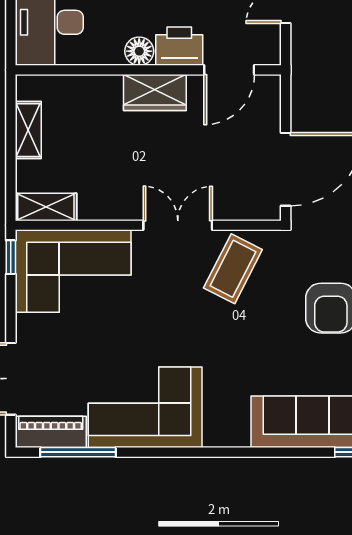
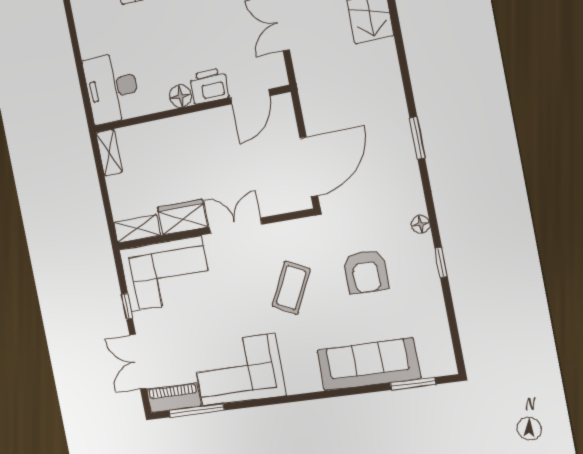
wardrobe: (155, 93) -> (182, 217), moved, turned 180
shelving: (28, 130) -> (109, 153), moved
window: (11, 257) -> (127, 306), moved
coffee table: (233, 269) -> (291, 288), moved

